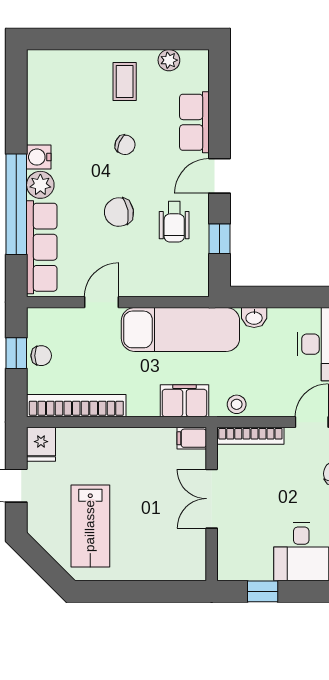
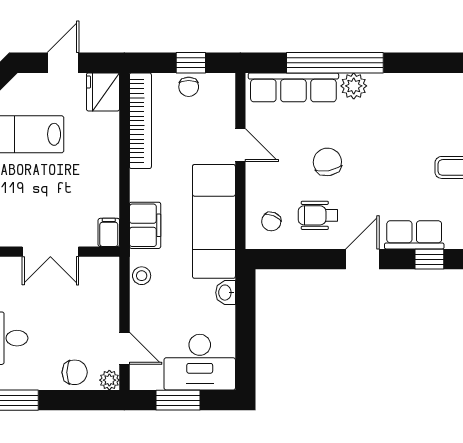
chair: (125, 145) -> (271, 221), moved
water cooler: (39, 157) -> (381, 84), removed
door: (219, 176) -> (362, 259), hinge flipped
window: (219, 239) -> (429, 259), moved
bookcase: (250, 436) -> (111, 289), removed
fridge: (41, 444) -> (103, 92), width x1.38
double door: (212, 499) -> (50, 252), swing flipped

